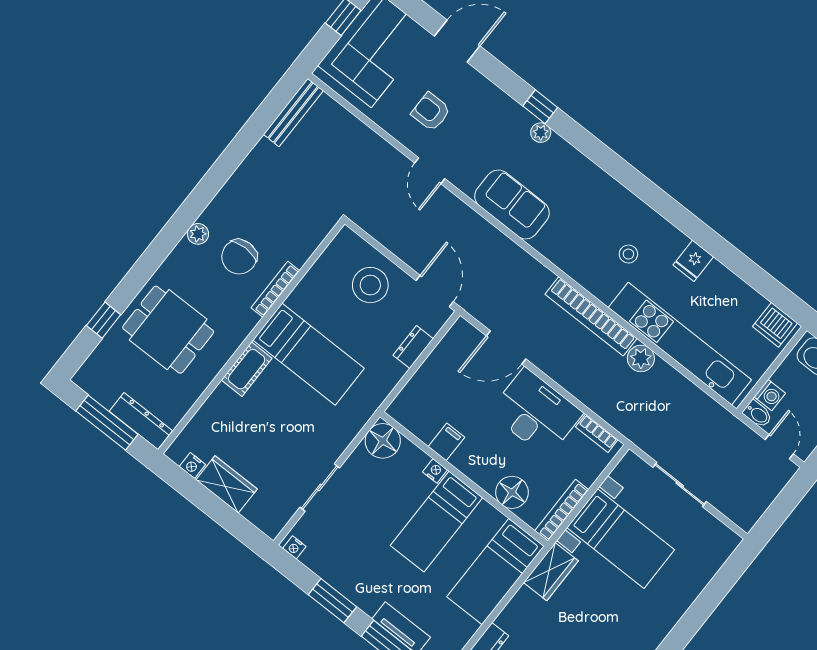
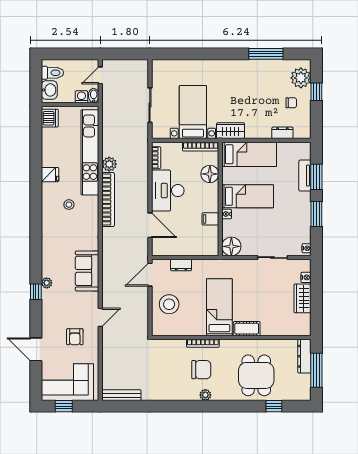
nightstand: (192, 466) -> (306, 277), moved

